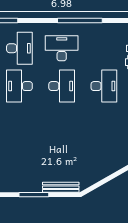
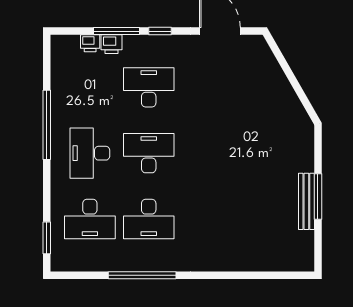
desk: (19, 48) -> (90, 219), turned 180
bench: (61, 187) -> (306, 201), moved

